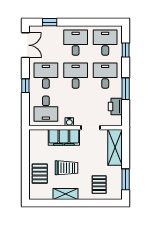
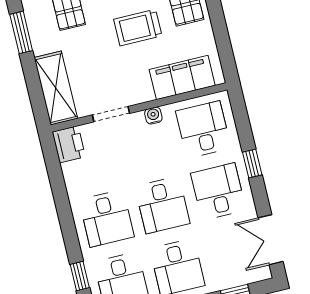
desk: (46, 76) -> (218, 192), turned 180
window: (126, 89) -> (62, 203), removed
printer: (115, 106) -> (69, 144), moved
filing cabinet: (64, 137) -> (182, 78), moved

